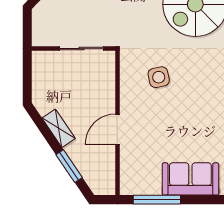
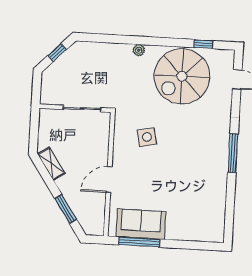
shelving: (59, 128) -> (51, 164), moved
sofa: (190, 179) -> (141, 224), moved

